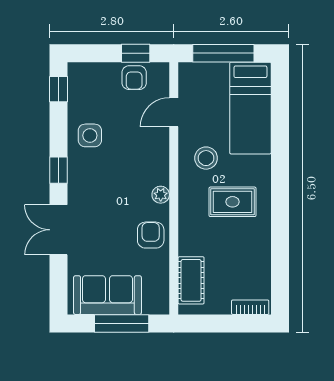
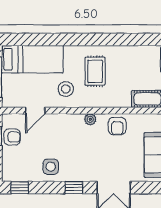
door: (174, 112) -> (35, 111), hinge flipped
armchair: (151, 235) -> (117, 126), turned -90

